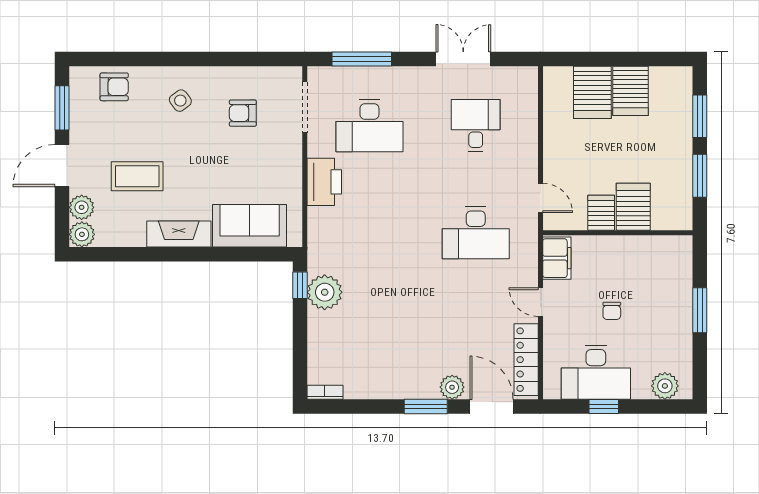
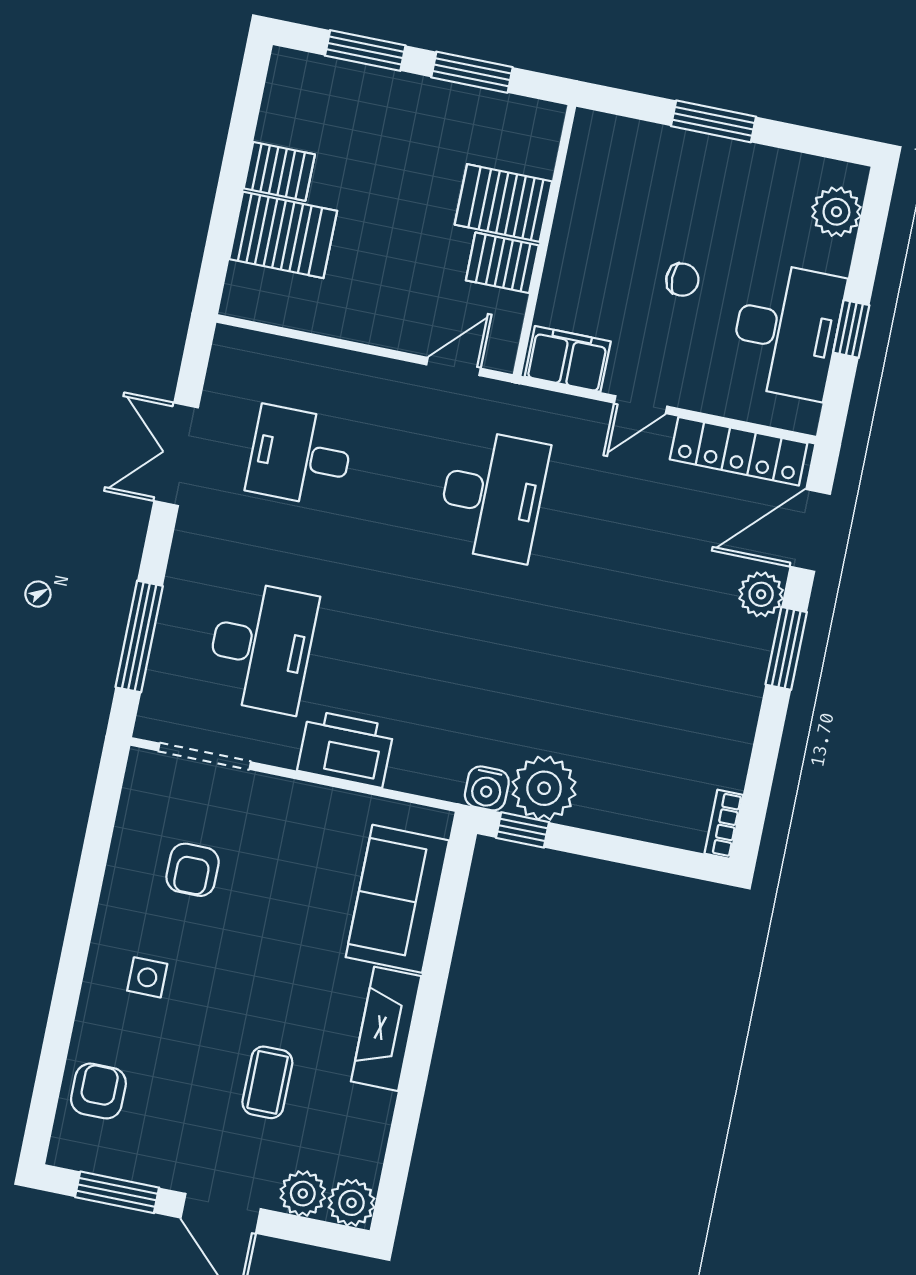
server rack: (631, 91) -> (279, 171), width x0.73, depth x0.70
side table: (180, 101) -> (147, 977), turned 37
coffee table: (137, 176) -> (267, 1082), width x0.73, depth x0.77
water cooler: (318, 262) -> (487, 788), added

